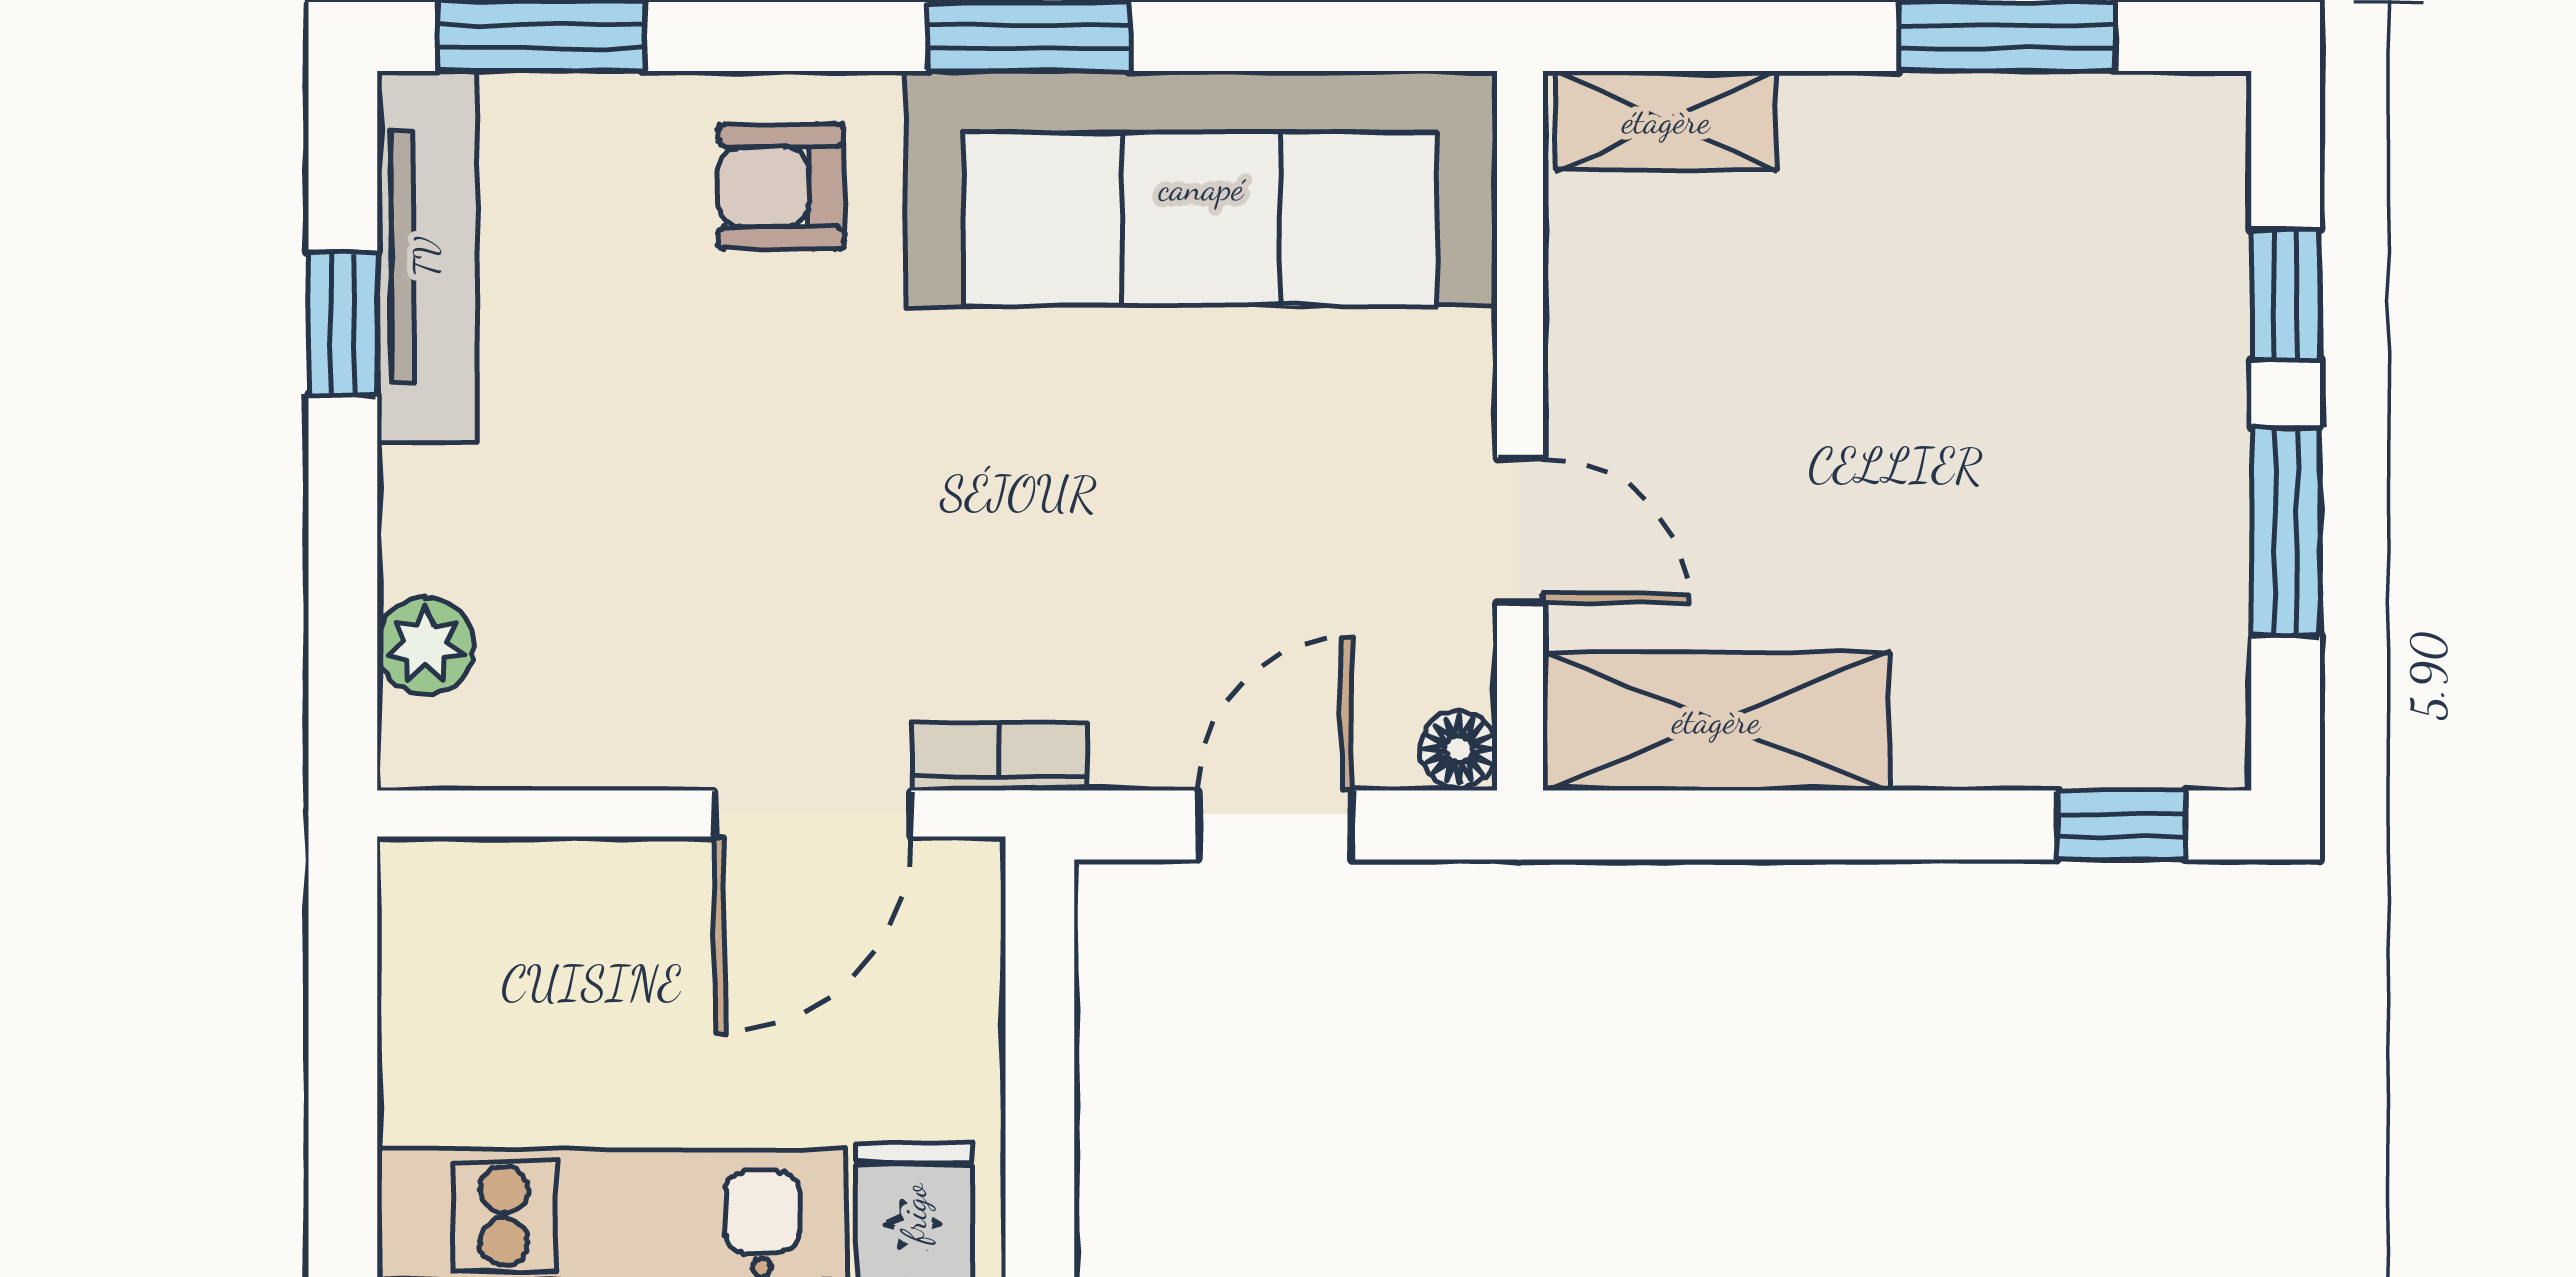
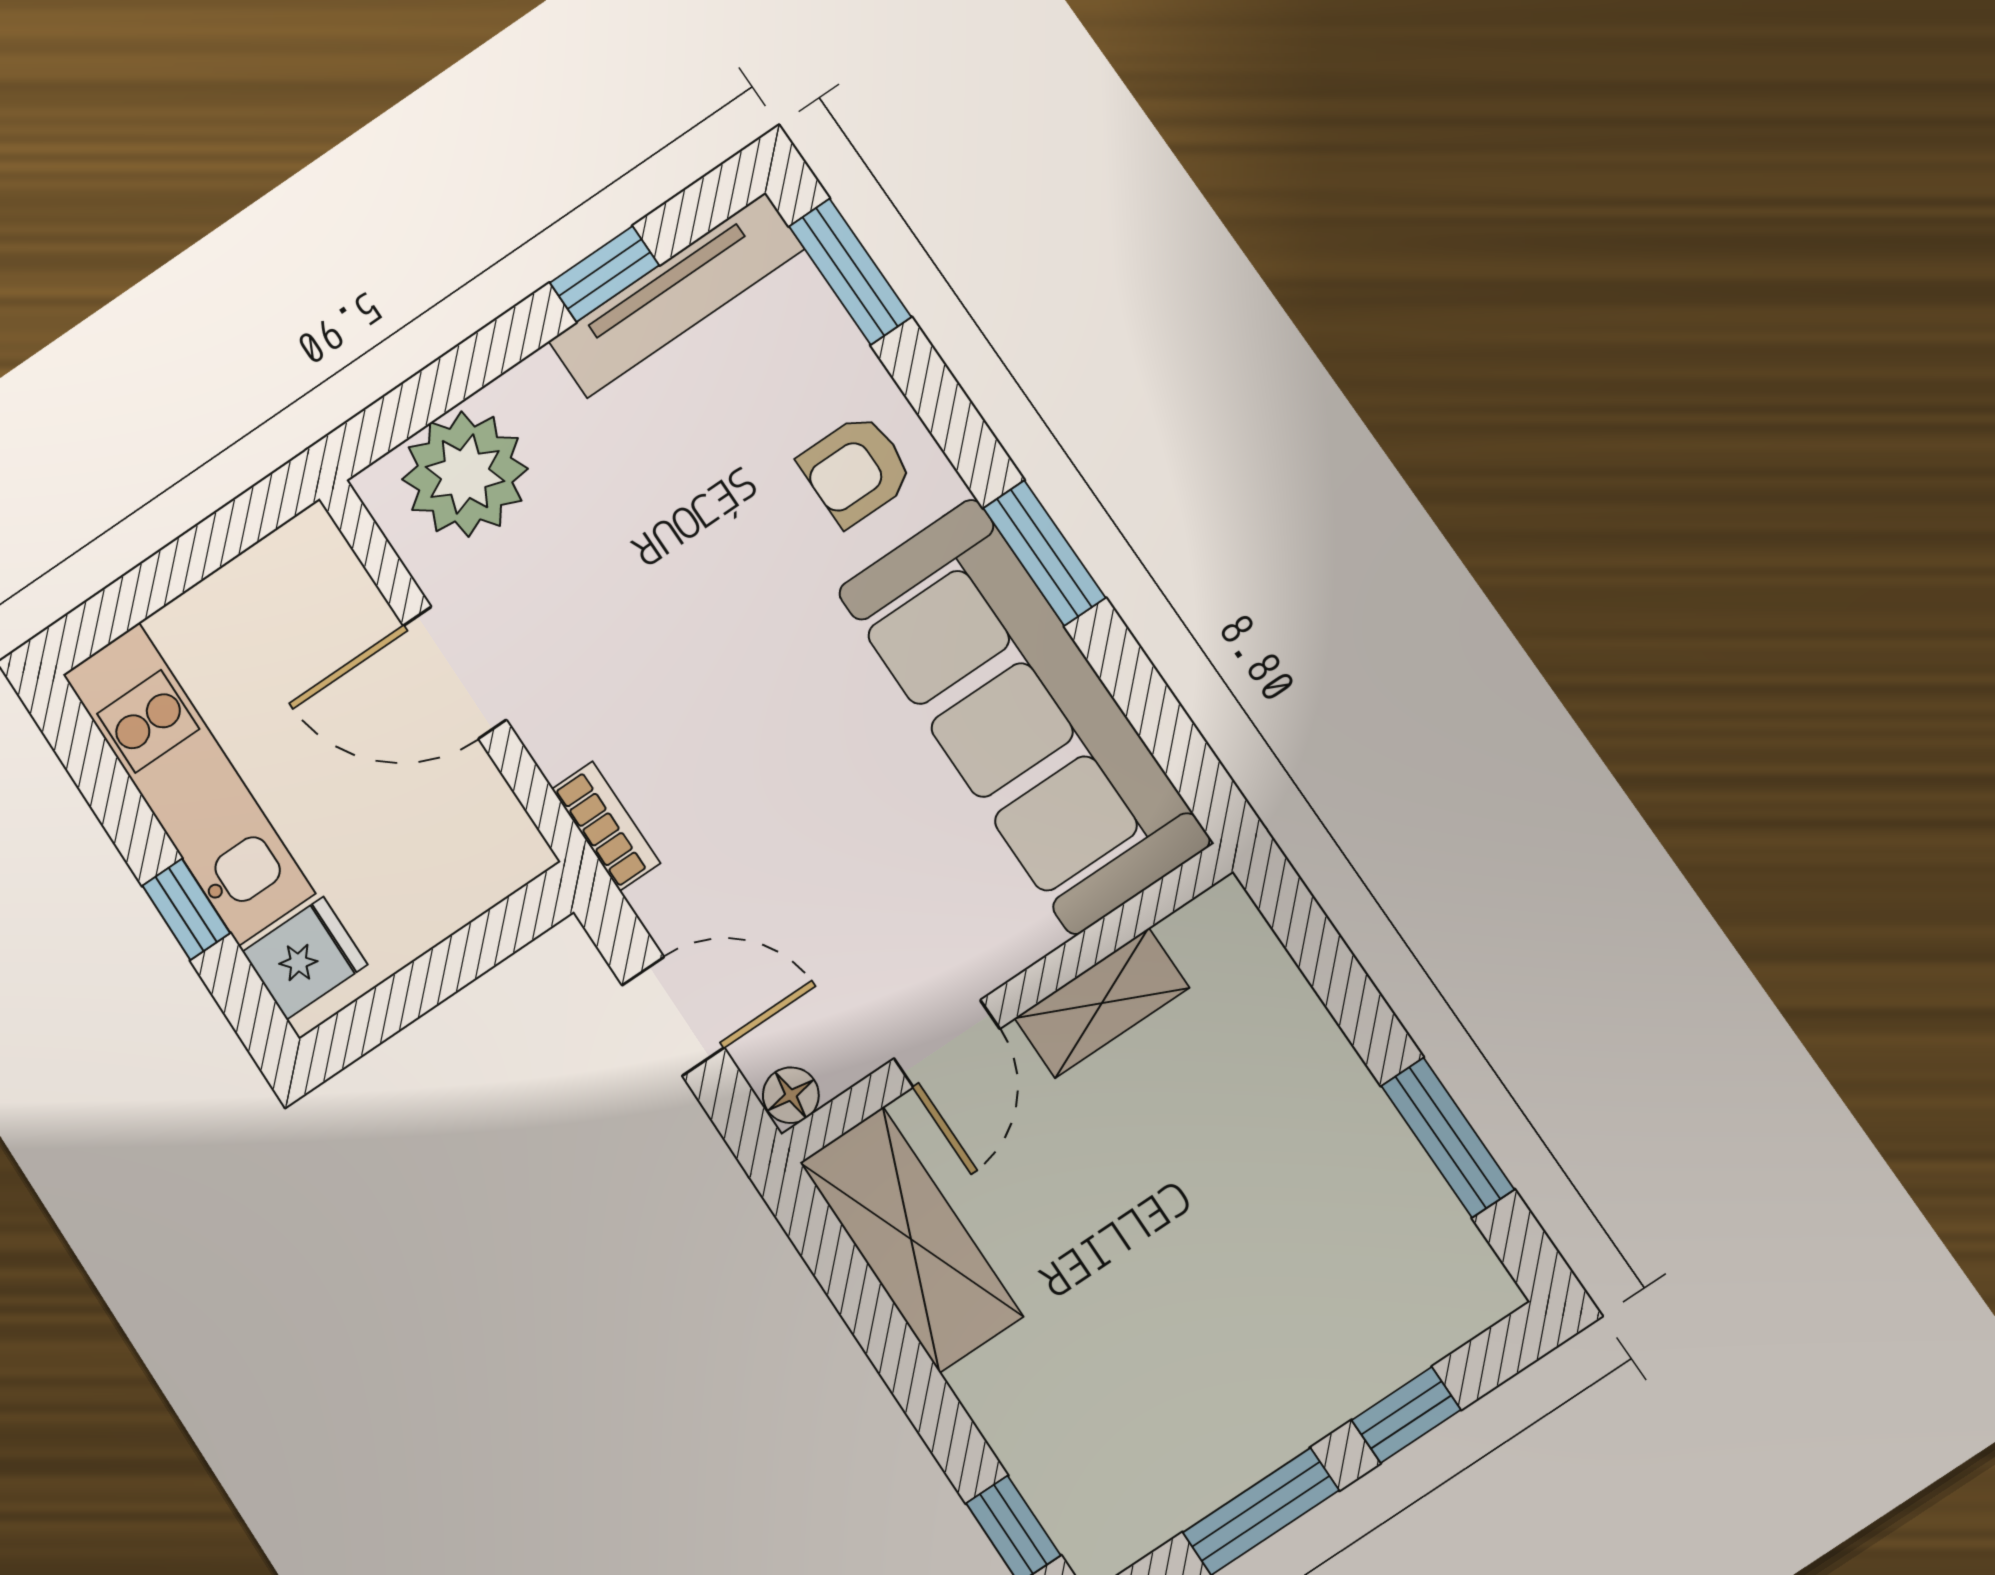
shelving: (1666, 121) -> (1102, 1003), moved, turned 90
armchair: (781, 187) -> (856, 470), turned -90
plant: (426, 646) -> (465, 474), width x1.88, depth x1.88
door: (813, 814) -> (455, 673), moved

